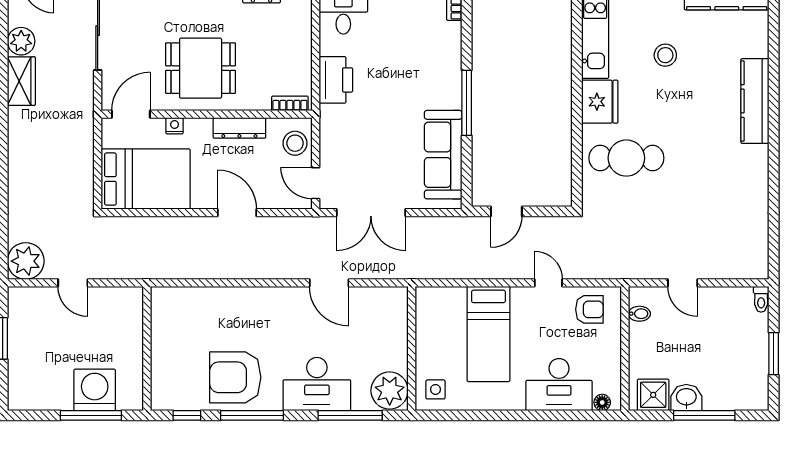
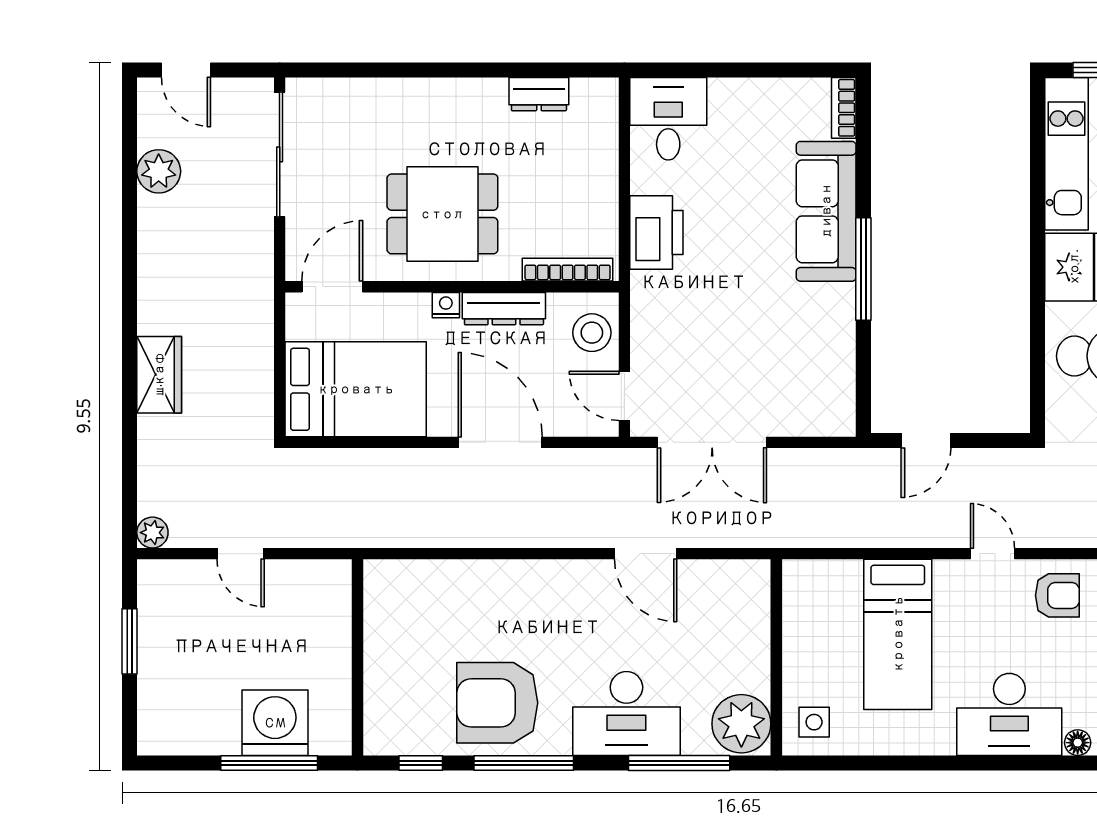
wardrobe: (21, 81) -> (159, 375), moved
bookcase: (290, 103) -> (568, 270), width x1.56
nightstand: (175, 126) -> (446, 305), moved
sofa: (443, 155) -> (826, 211), moved
door: (237, 213) -> (500, 442), width x1.36
plant: (26, 261) -> (152, 533), width x0.53, depth x0.53

